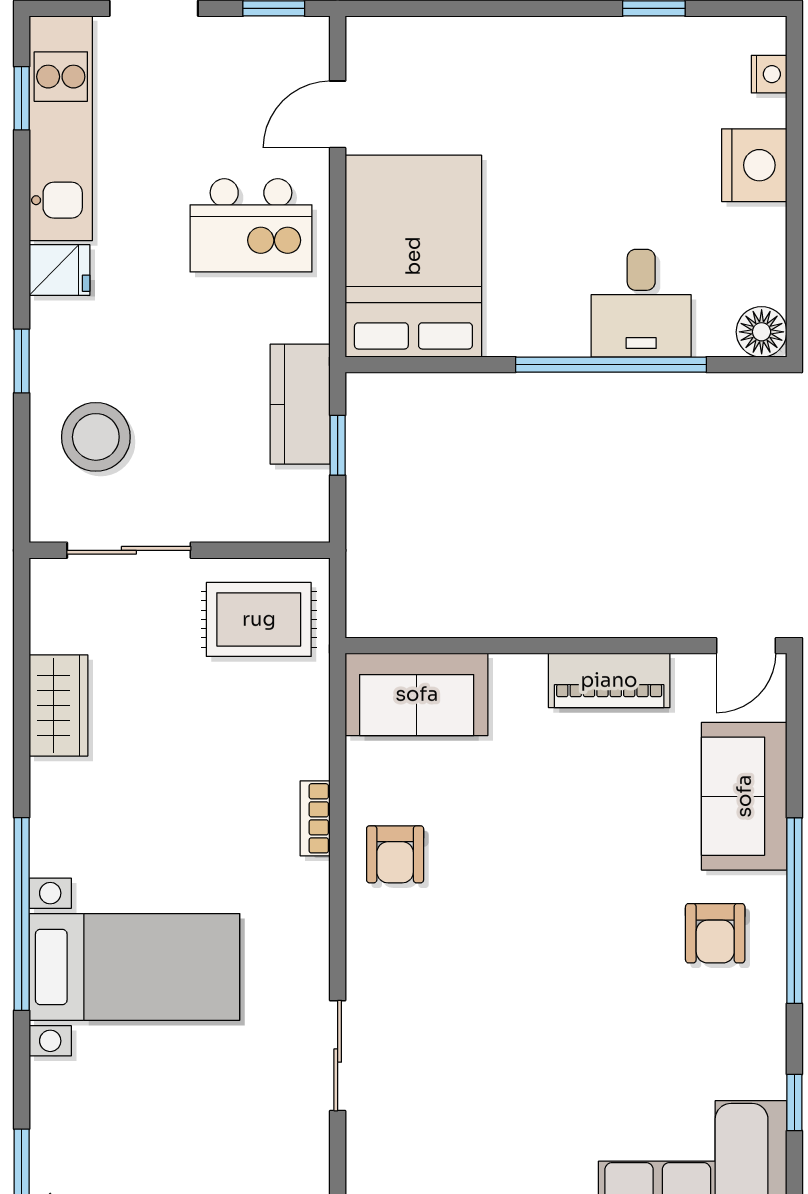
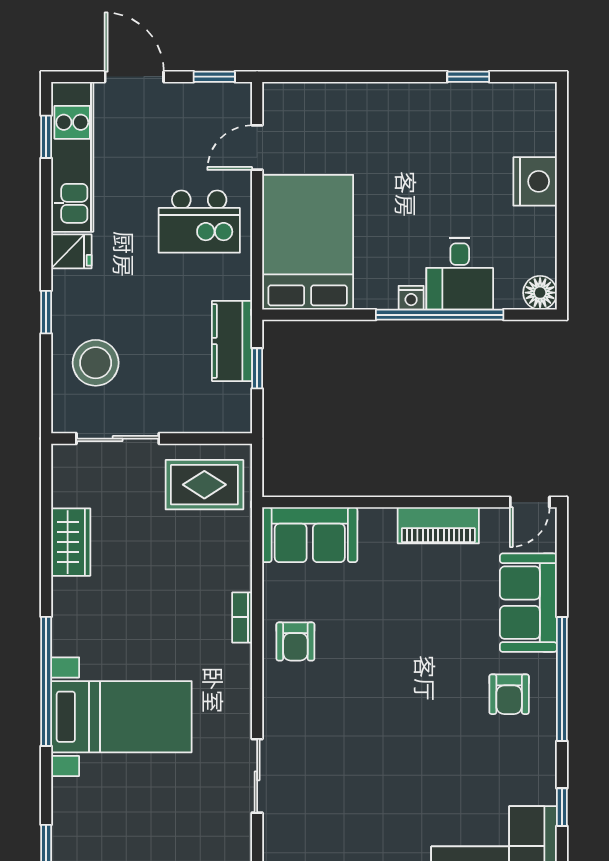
nightstand: (769, 74) -> (411, 298), moved, turned 90

